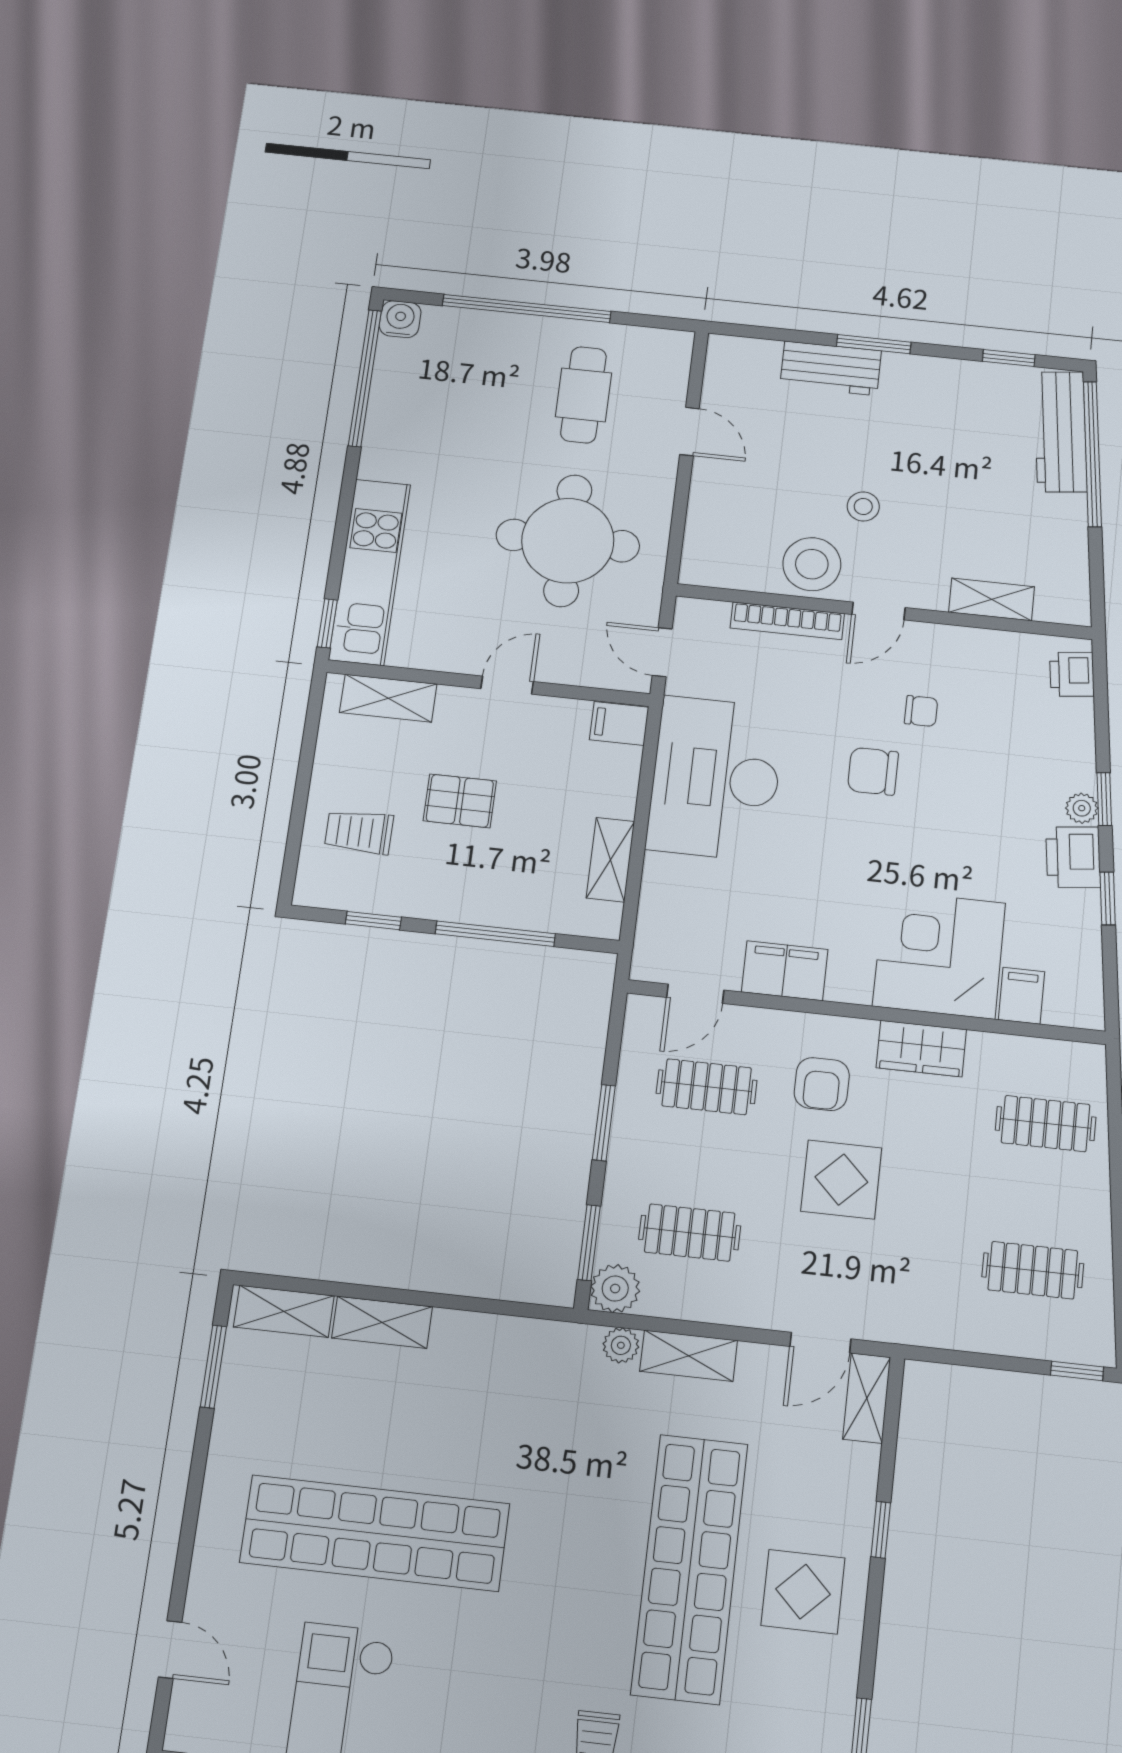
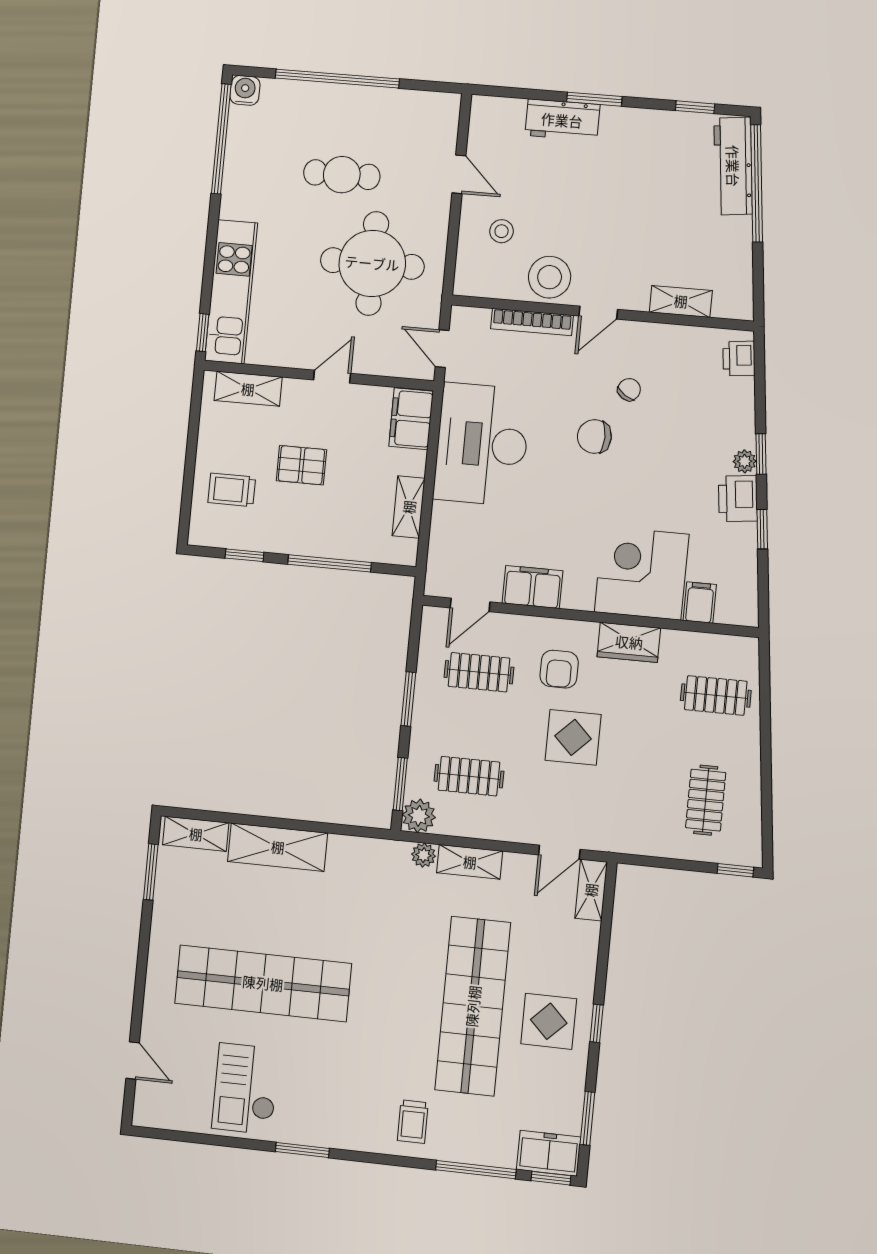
cafe table: (583, 395) -> (342, 175), moved, turned 90
stool: (863, 507) -> (502, 231), moved
chair: (921, 711) -> (629, 390), turned -56
filing cabinet: (619, 723) -> (411, 419), width x2.00
clothes rail: (1033, 1270) -> (706, 800), turned 90
shelving: (382, 1322) -> (278, 847), width x1.50, depth x1.33
window: (881, 1530) -> (597, 1023), moved

